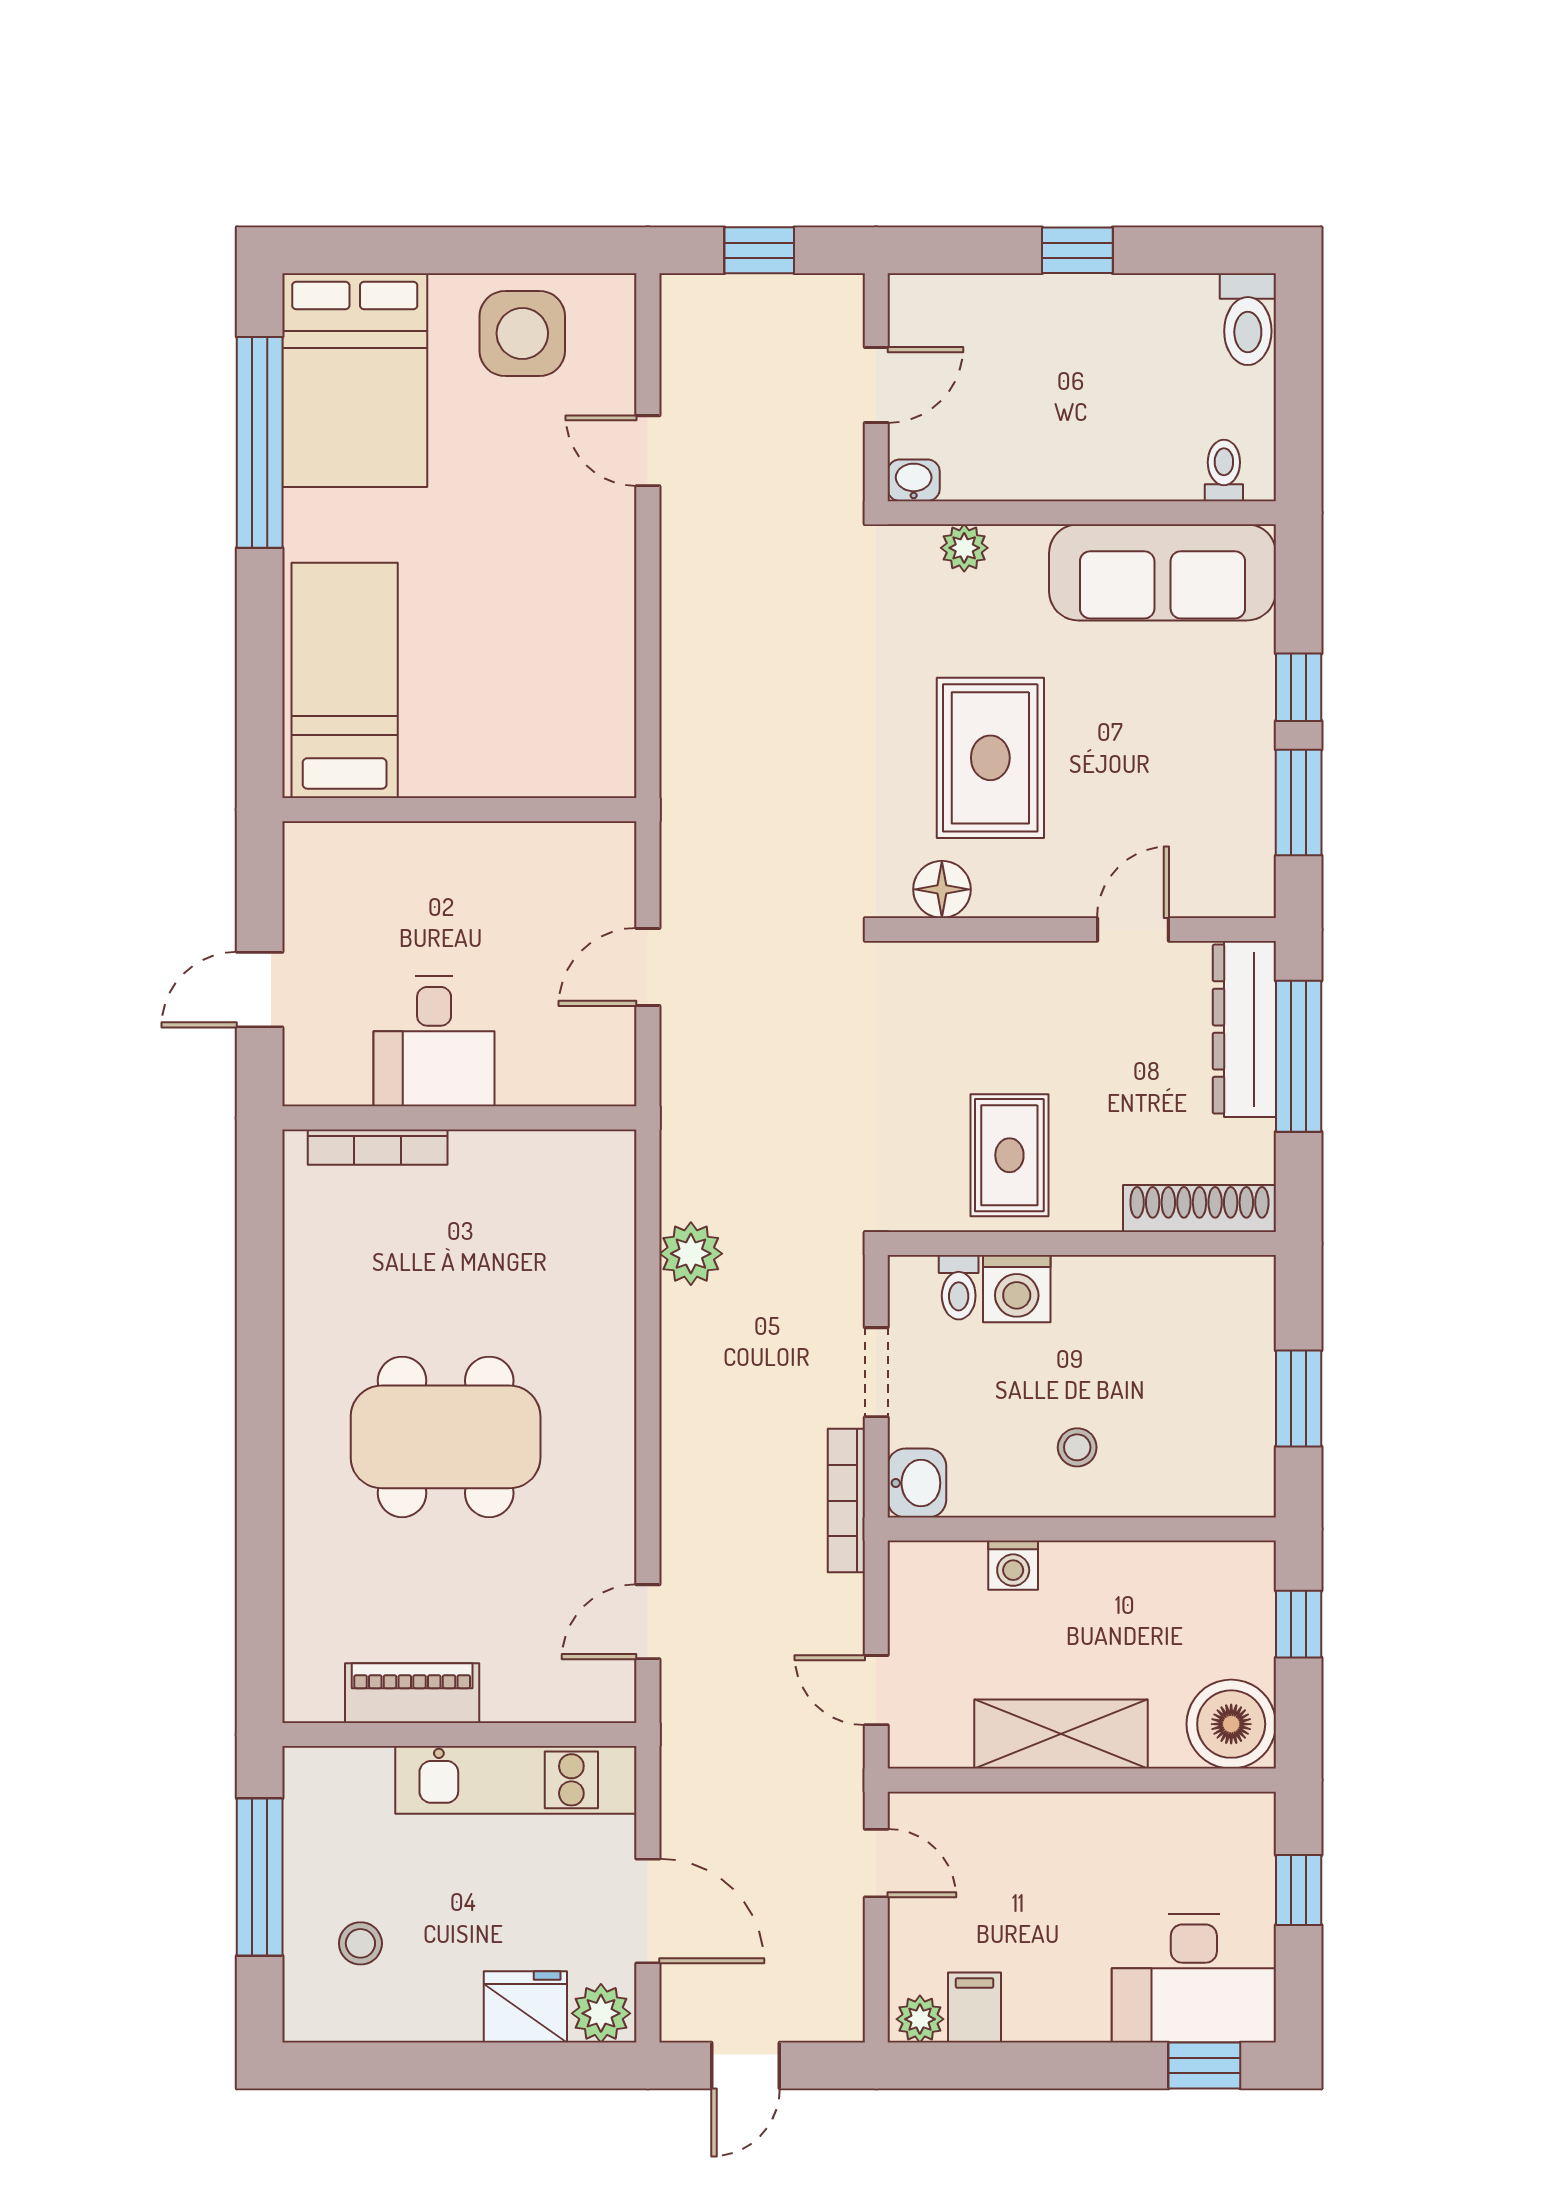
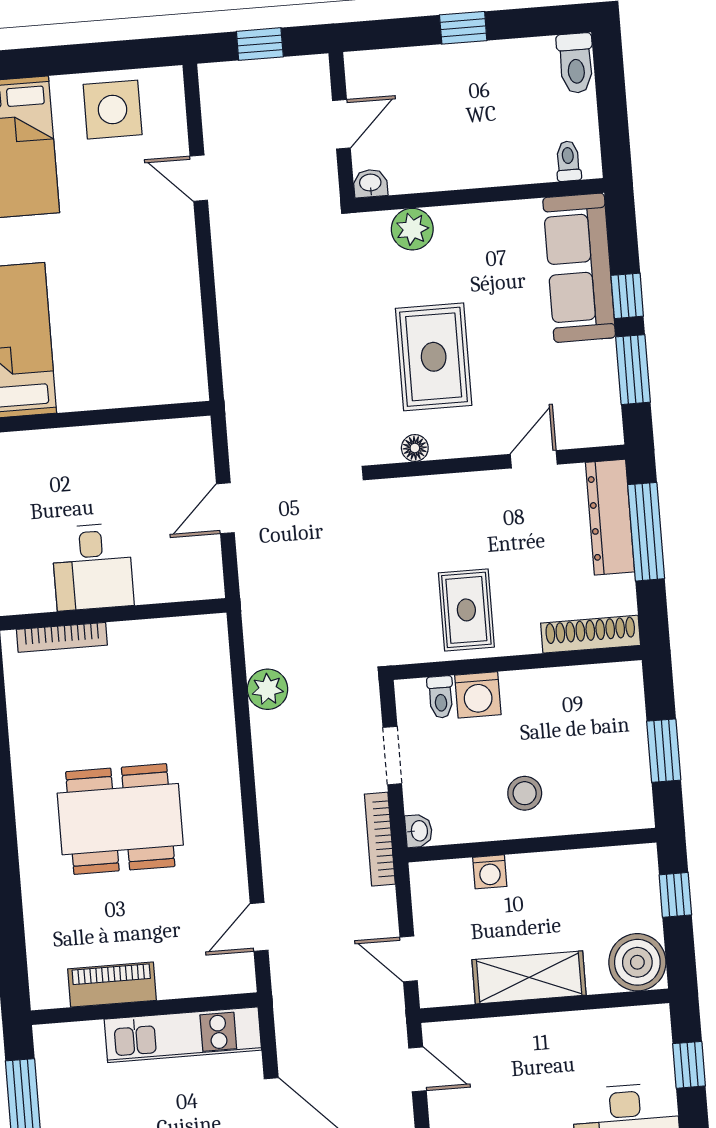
plant: (964, 548) -> (412, 229), width x1.38, depth x1.38
sofa: (1162, 572) -> (579, 268), moved, turned 90
floor lamp: (942, 889) -> (415, 448), width x0.73, depth x0.73
stool: (1077, 1447) -> (525, 793), width x1.37, depth x1.37
washbasin: (917, 1483) -> (419, 831), width x0.72, depth x0.69

